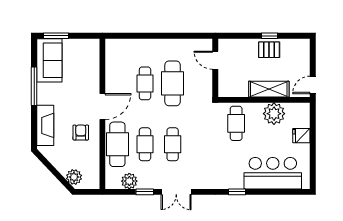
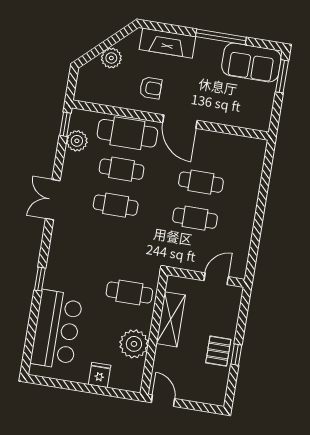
cafe table: (173, 83) -> (195, 218), width x0.73, depth x0.74
shelving: (269, 89) -> (171, 319), moved
plant: (74, 177) -> (111, 58), moved
window: (145, 192) -> (65, 124), moved

